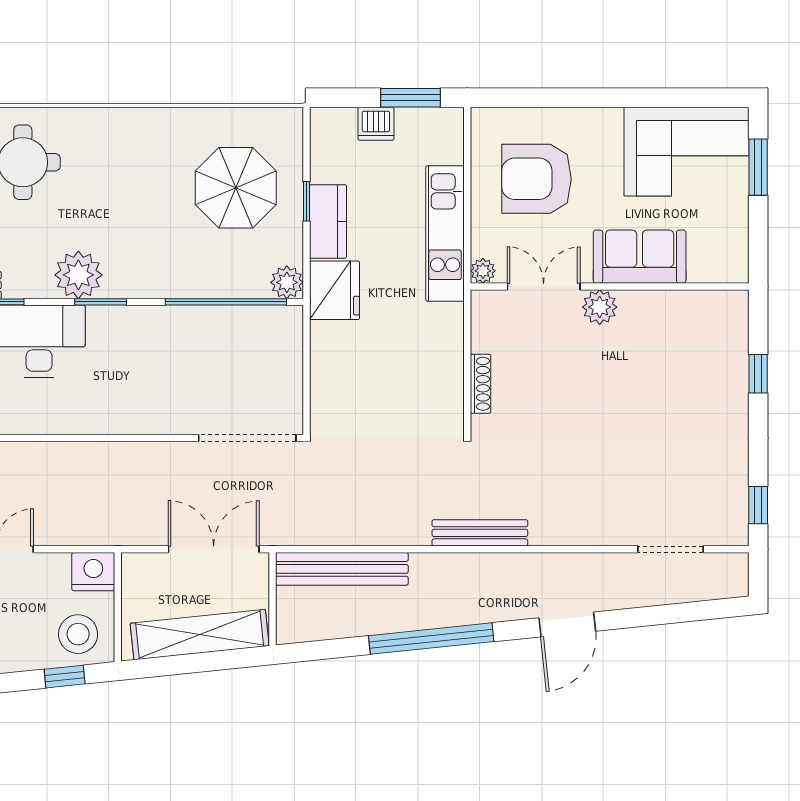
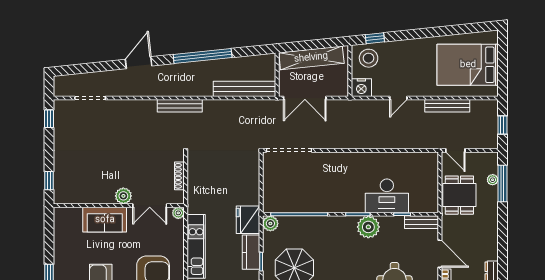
sofa: (640, 257) -> (105, 220), moved
plant: (483, 271) -> (178, 213), moved
double door: (544, 286) -> (150, 206), moved
wall: (610, 286) -> (119, 206), moved
plant: (600, 307) -> (123, 196), moved

